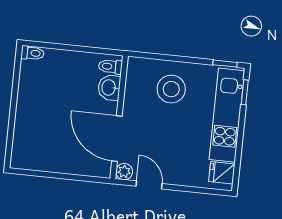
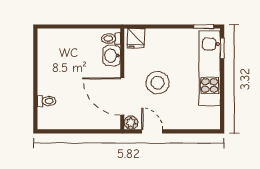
toilet: (32, 53) -> (47, 101), moved
stool: (171, 89) -> (158, 83), moved
fridge: (222, 173) -> (136, 38), moved, turned -90

